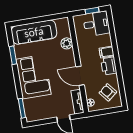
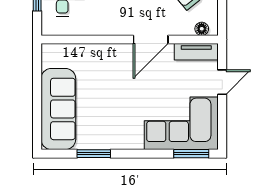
plant: (67, 43) -> (88, 54), removed
corner sofa: (33, 77) -> (181, 123), moved

